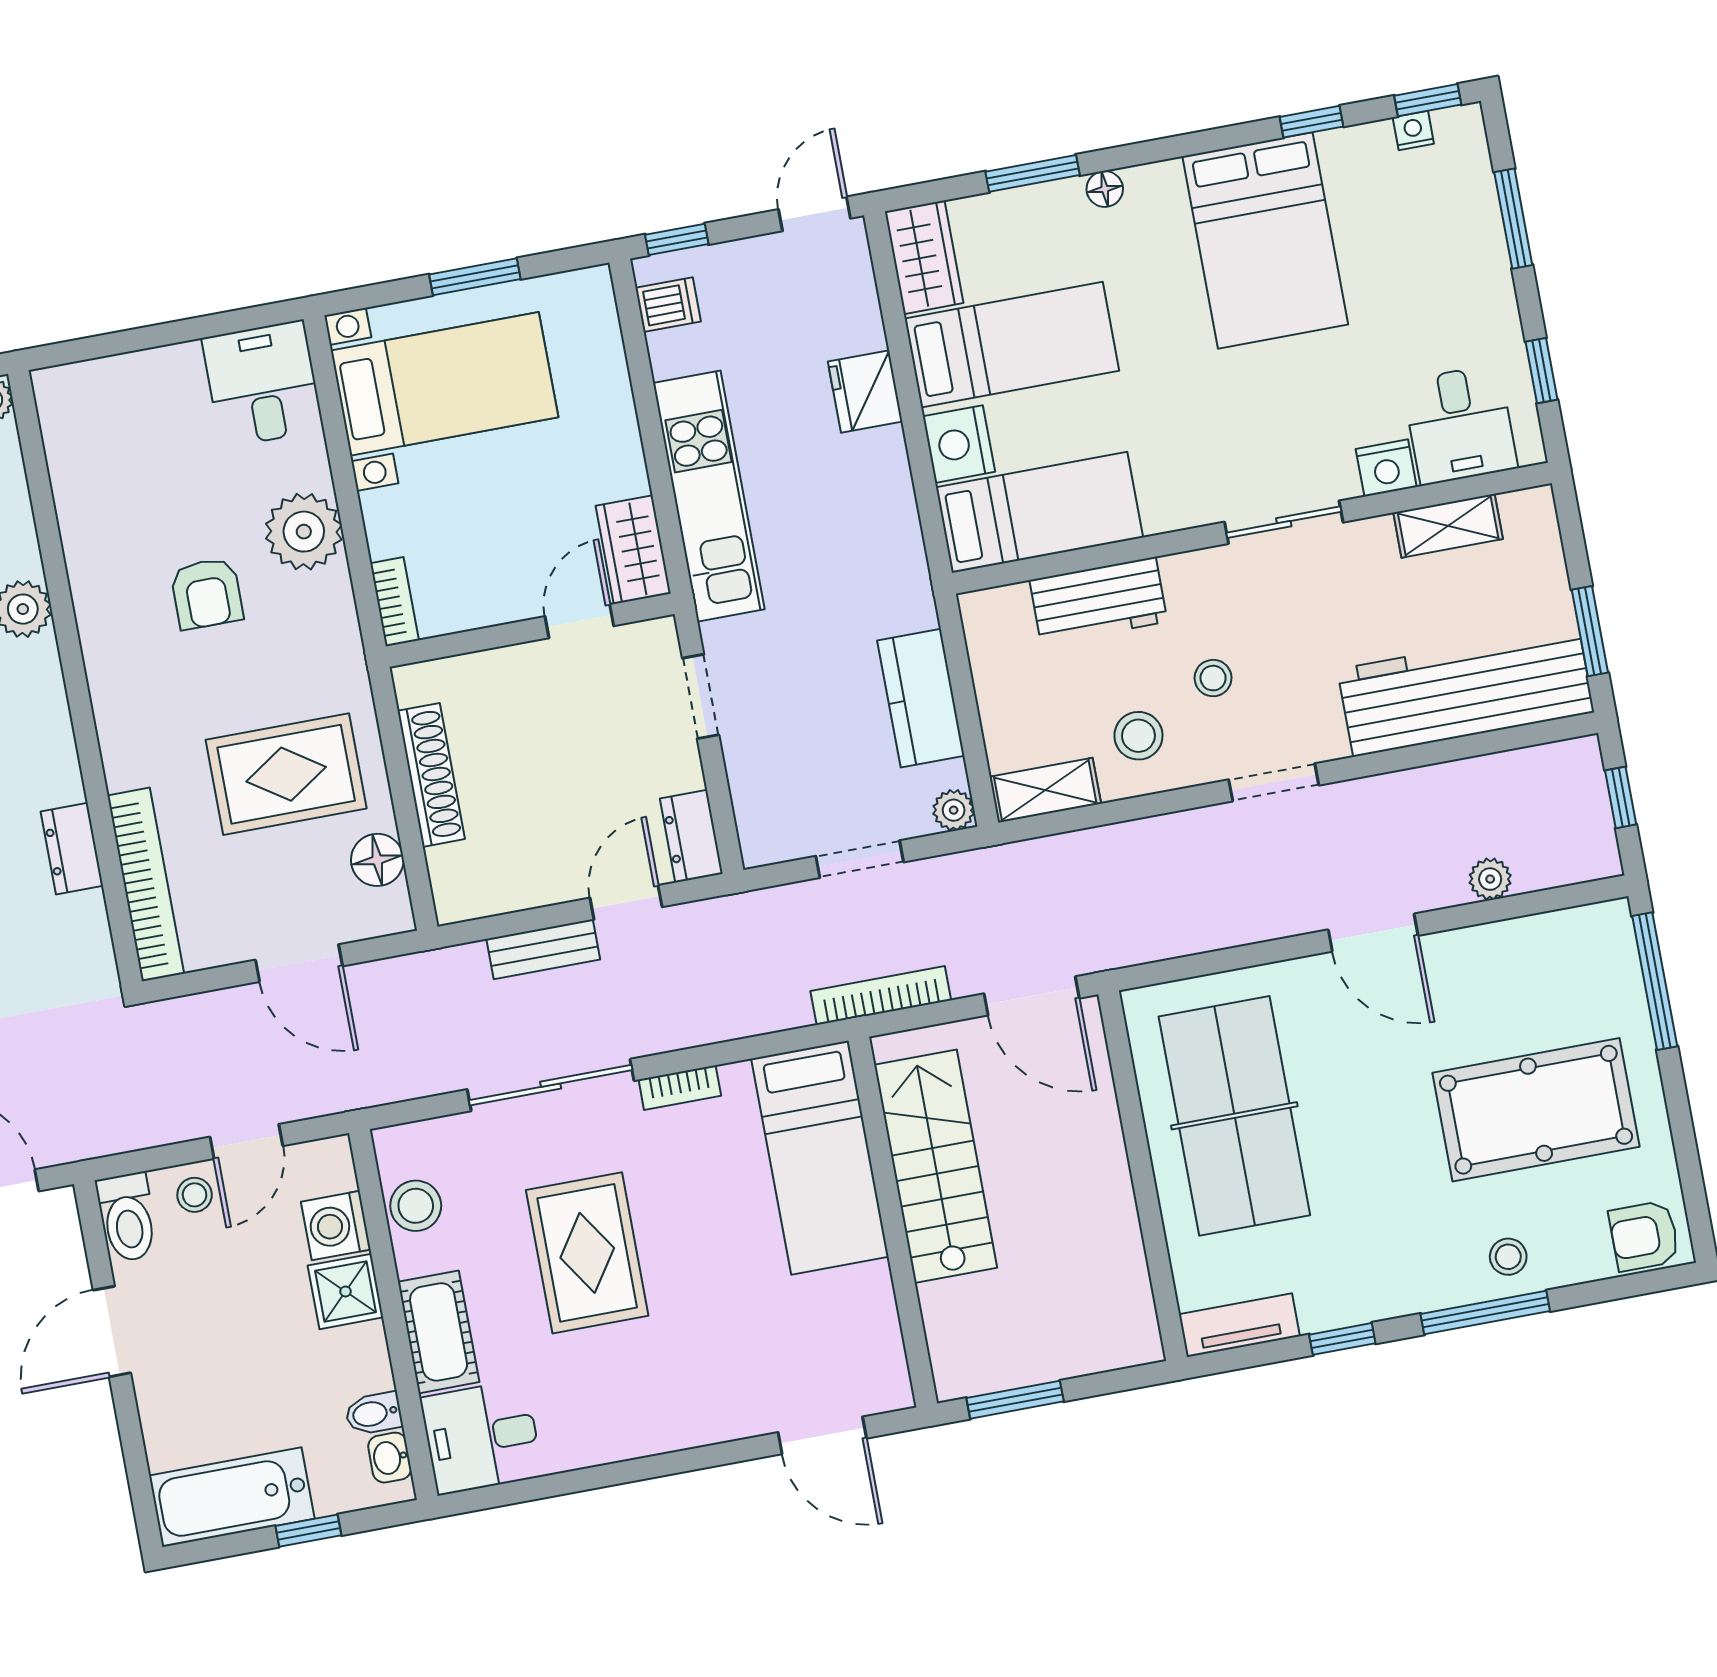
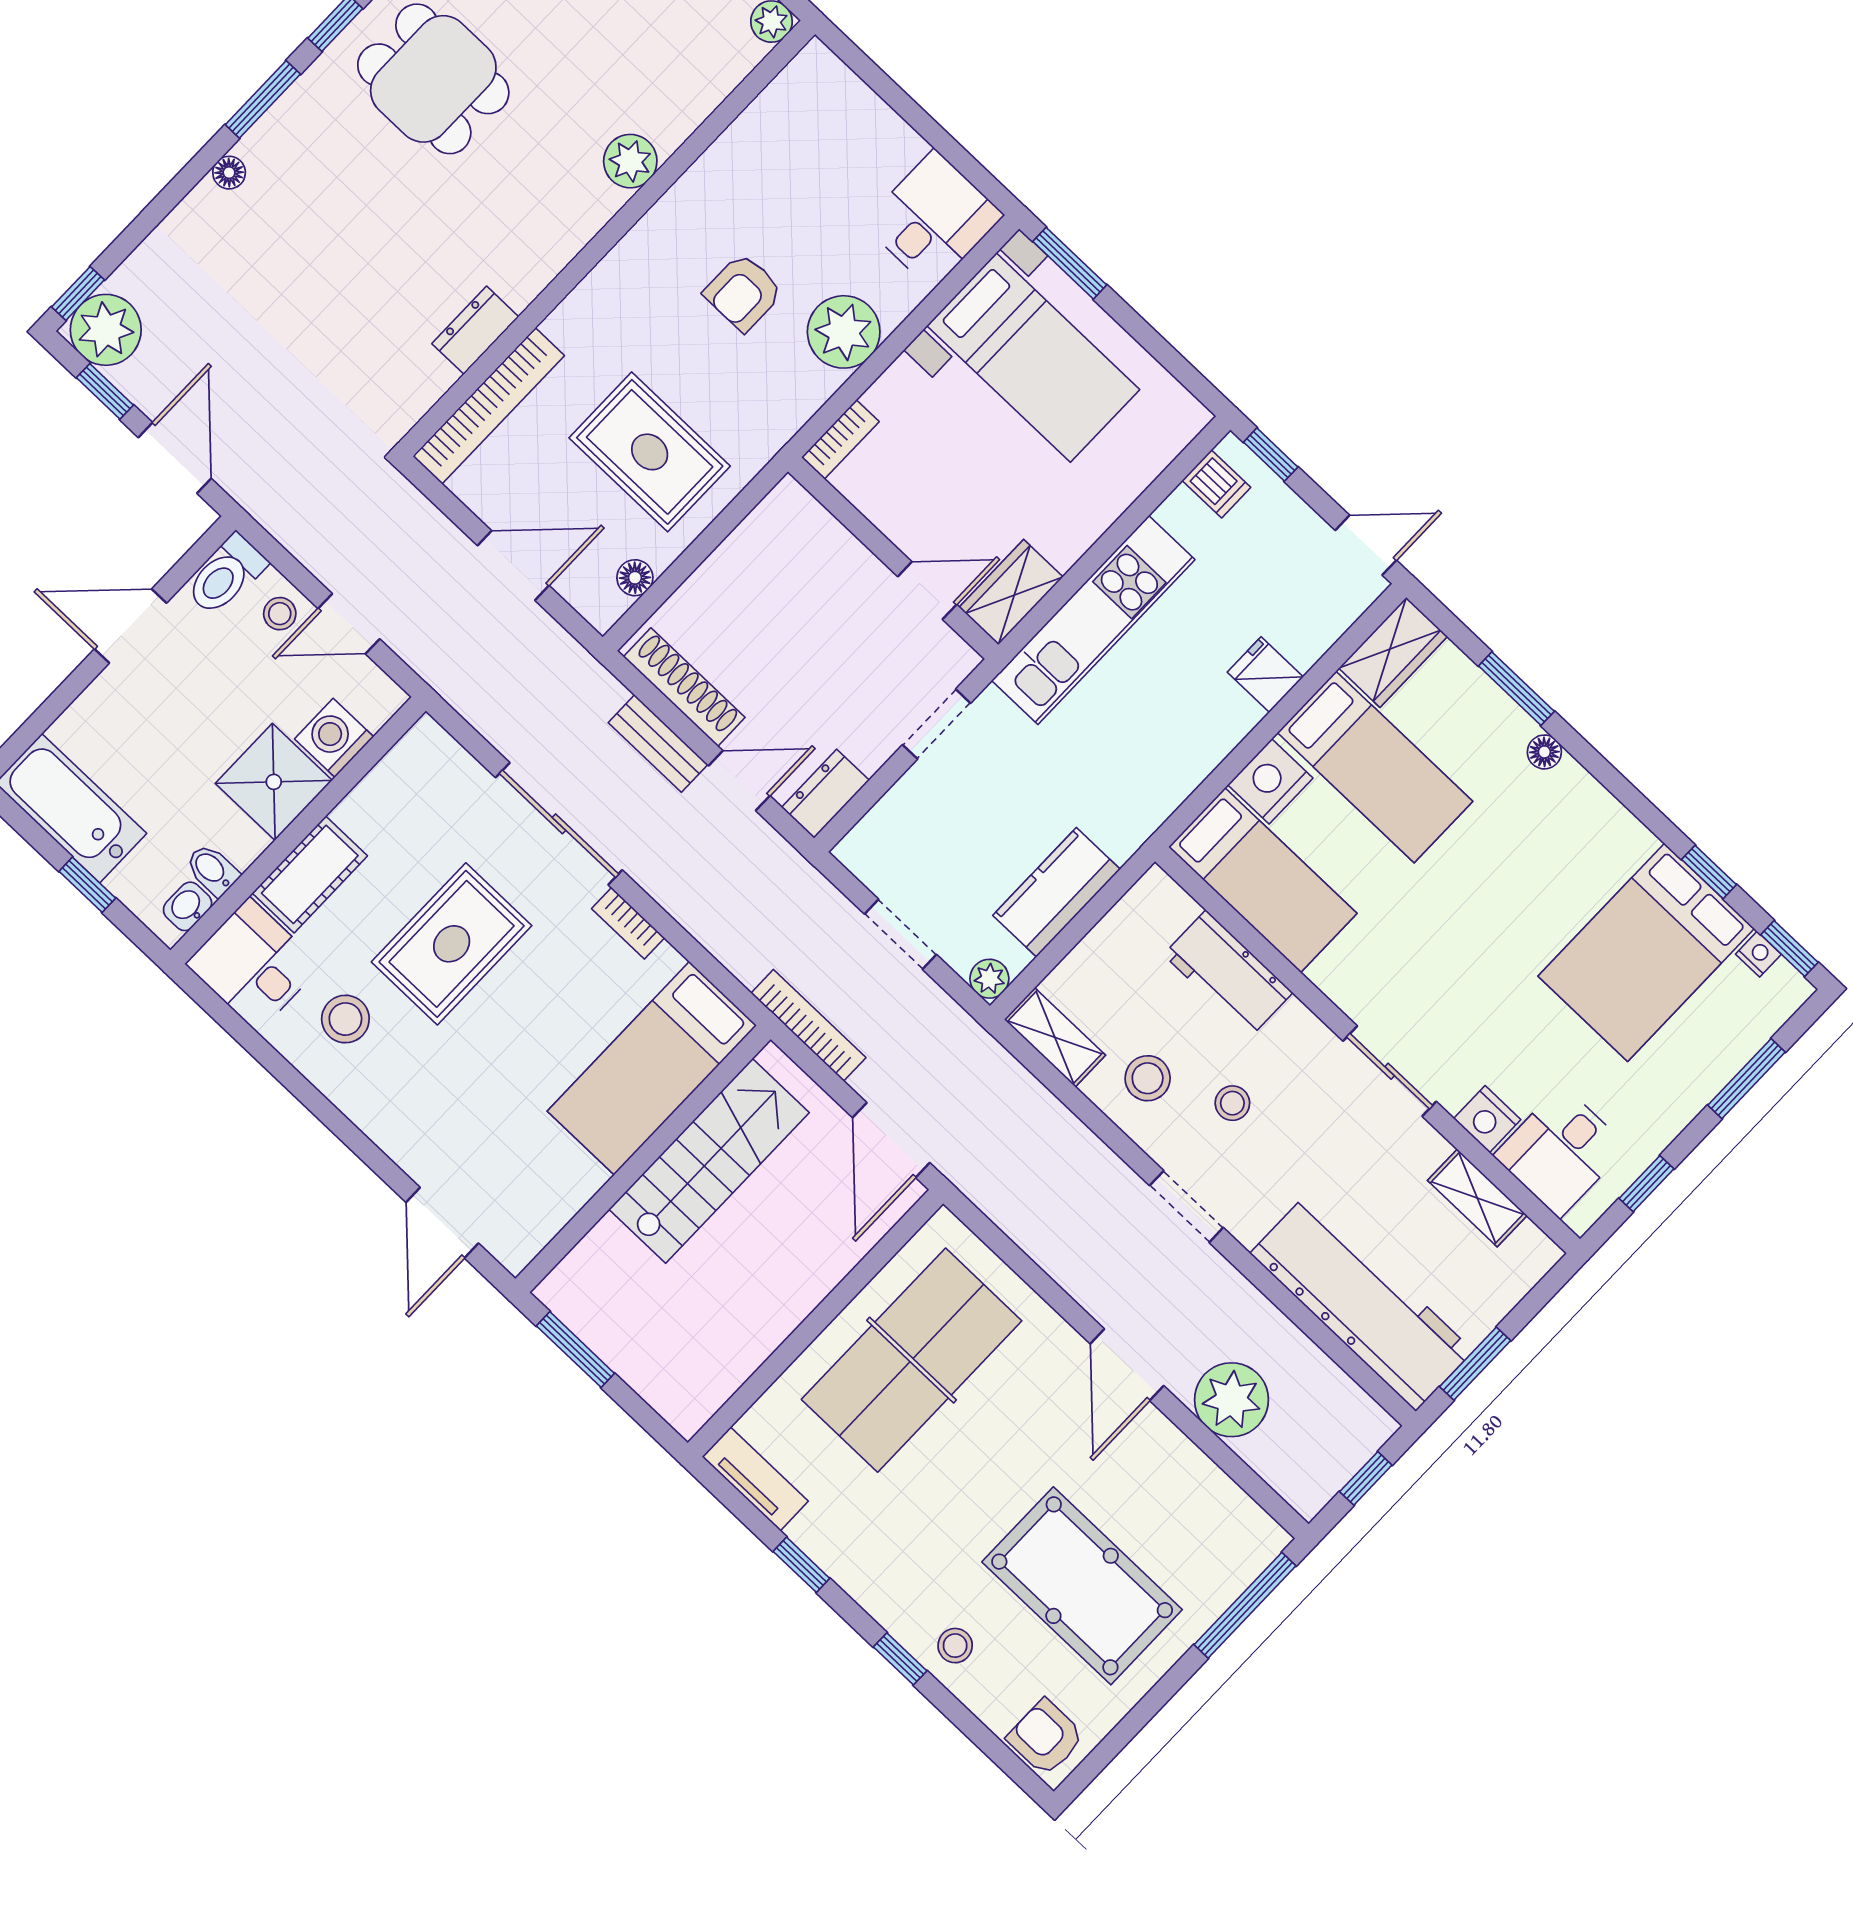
bed: (1265, 240) -> (1646, 952), moved
window: (475, 277) -> (1070, 263), moved
fridge: (865, 392) -> (1265, 675), width x0.72
shoe rack: (431, 775) -> (684, 687), moved, turned -90
floor lamp: (377, 860) -> (635, 578), width x0.73, depth x0.73
plant: (1490, 879) -> (1231, 1400), width x1.88, depth x1.88
door: (299, 963) -> (513, 566), swing flipped
stool: (416, 1206) -> (345, 1019), moved
shower: (346, 1291) -> (274, 782), width x1.36, depth x1.36
window: (1485, 1312) -> (900, 1659), width x0.46

